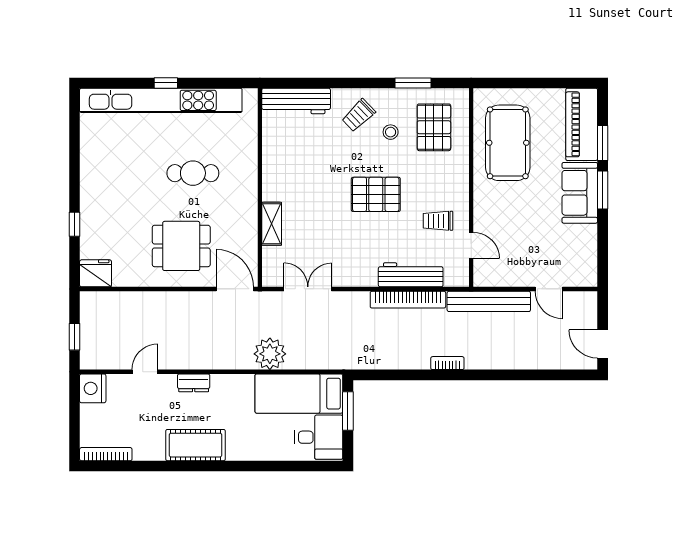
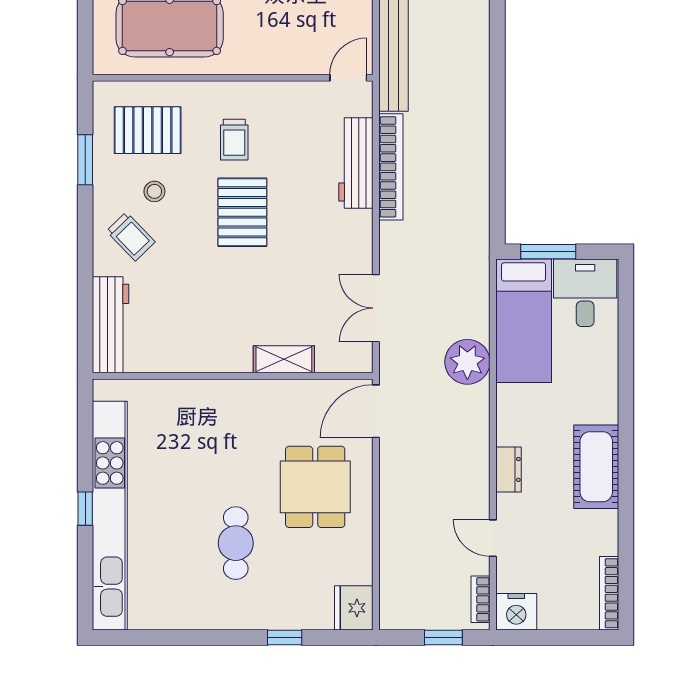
cafe table: (193, 173) -> (236, 543), moved
trolley: (438, 221) -> (234, 140), moved
door: (471, 245) -> (348, 78), moved
bookcase: (447, 363) -> (481, 599), moved

